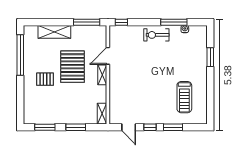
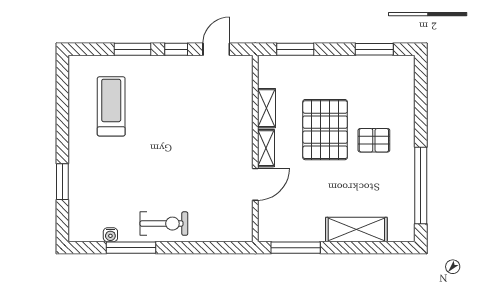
window: (121, 22) -> (230, 248), removed
pallet: (73, 67) -> (325, 130), moved
shelving: (102, 114) -> (266, 108), moved
window: (76, 127) -> (295, 49), moved
door: (129, 127) -> (216, 49), hinge flipped

